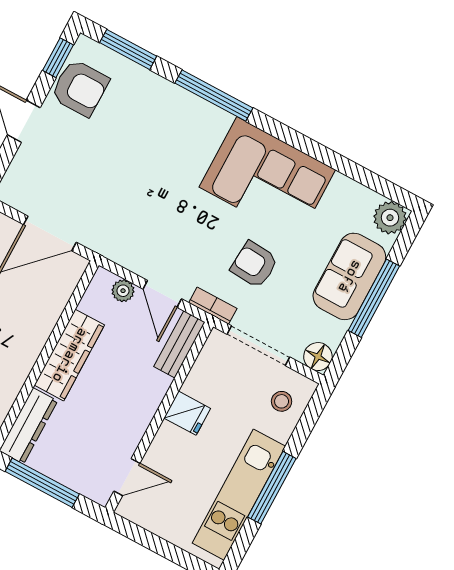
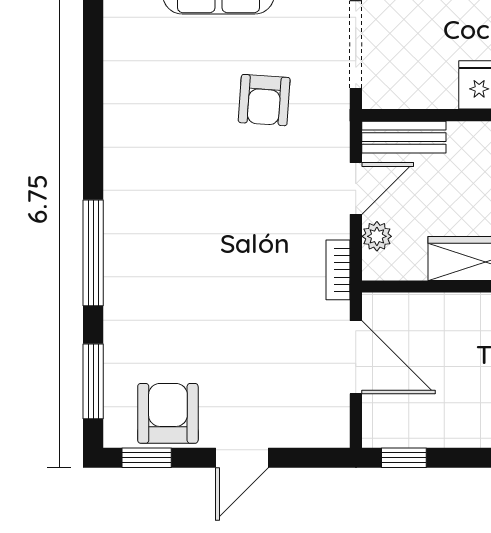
corner sofa: (267, 178) -> (156, 139), removed
bookcase: (213, 306) -> (338, 270), moved

